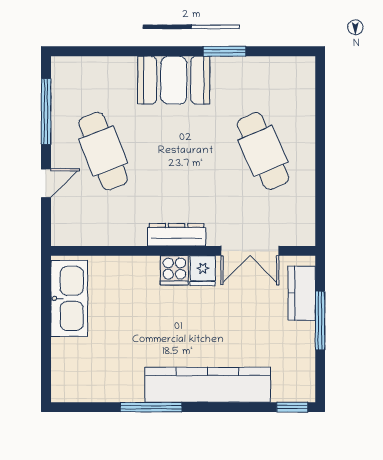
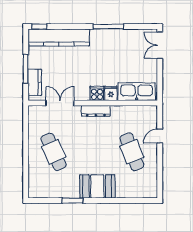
window: (46, 111) -> (160, 171), removed
fridge: (203, 271) -> (111, 93), moved
kitchen sink: (69, 298) -> (137, 92), moved, turned 90
double door: (46, 369) -> (160, 45), added
kitchen counter: (208, 385) -> (59, 37), moved

